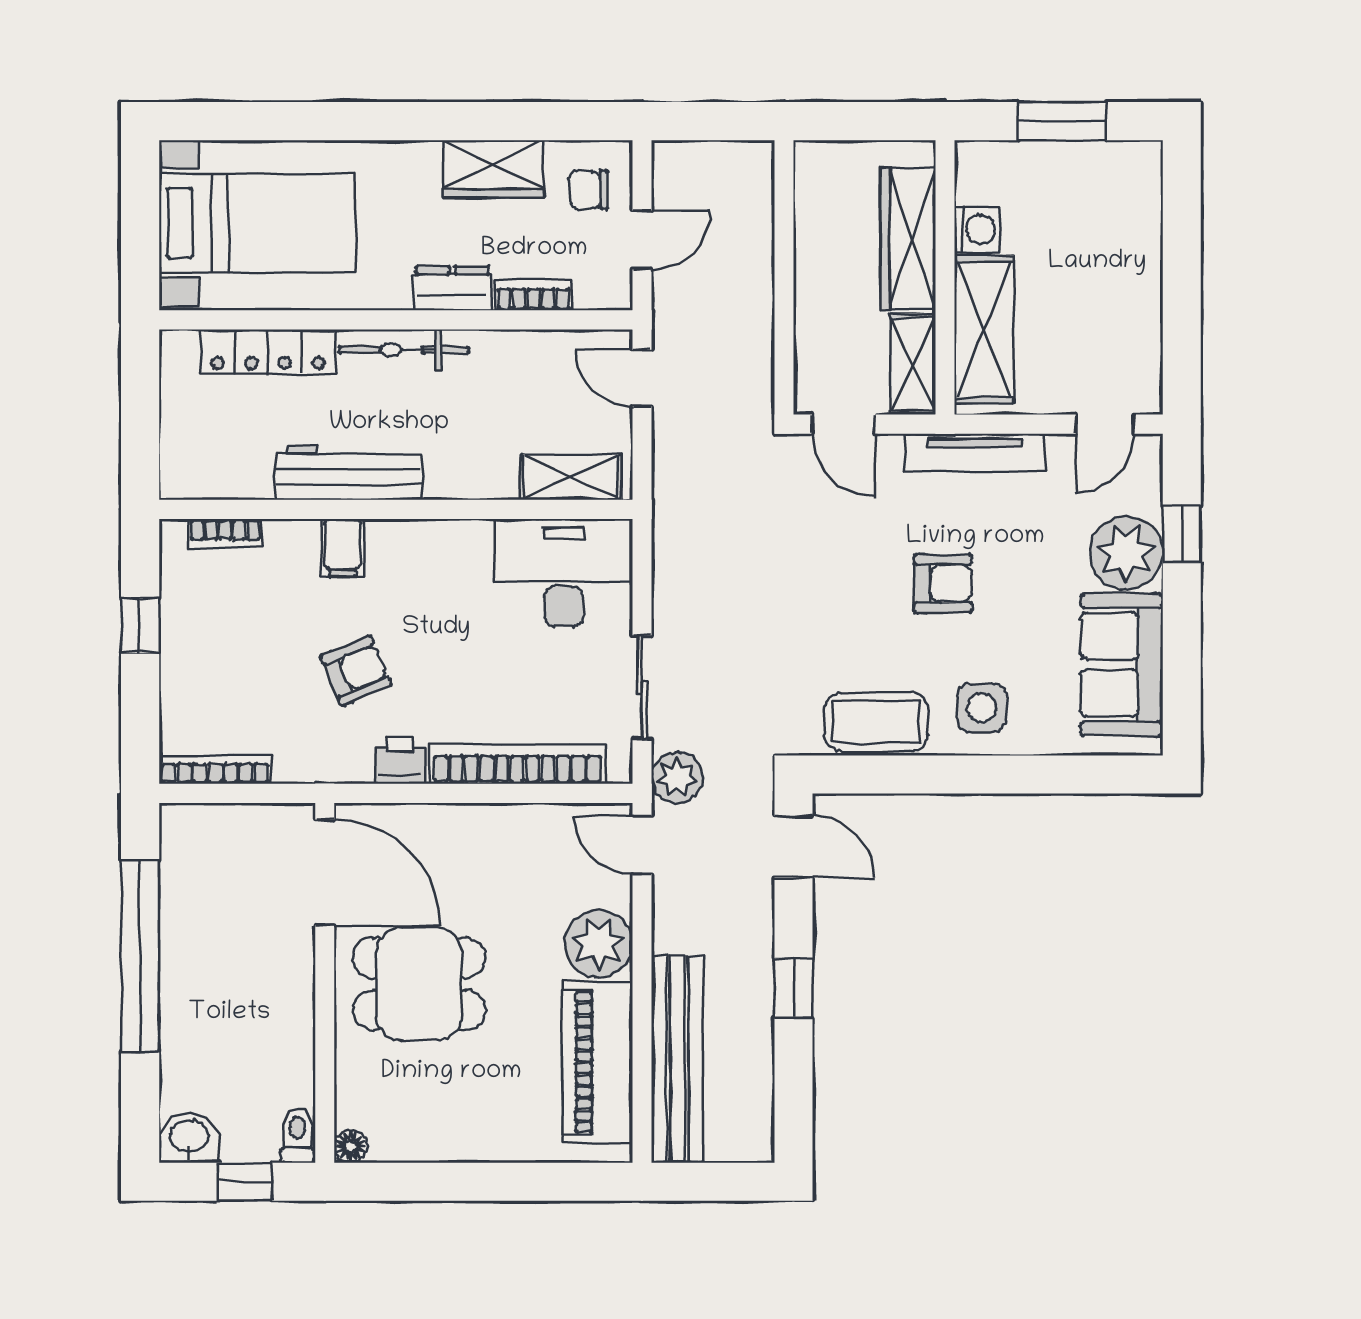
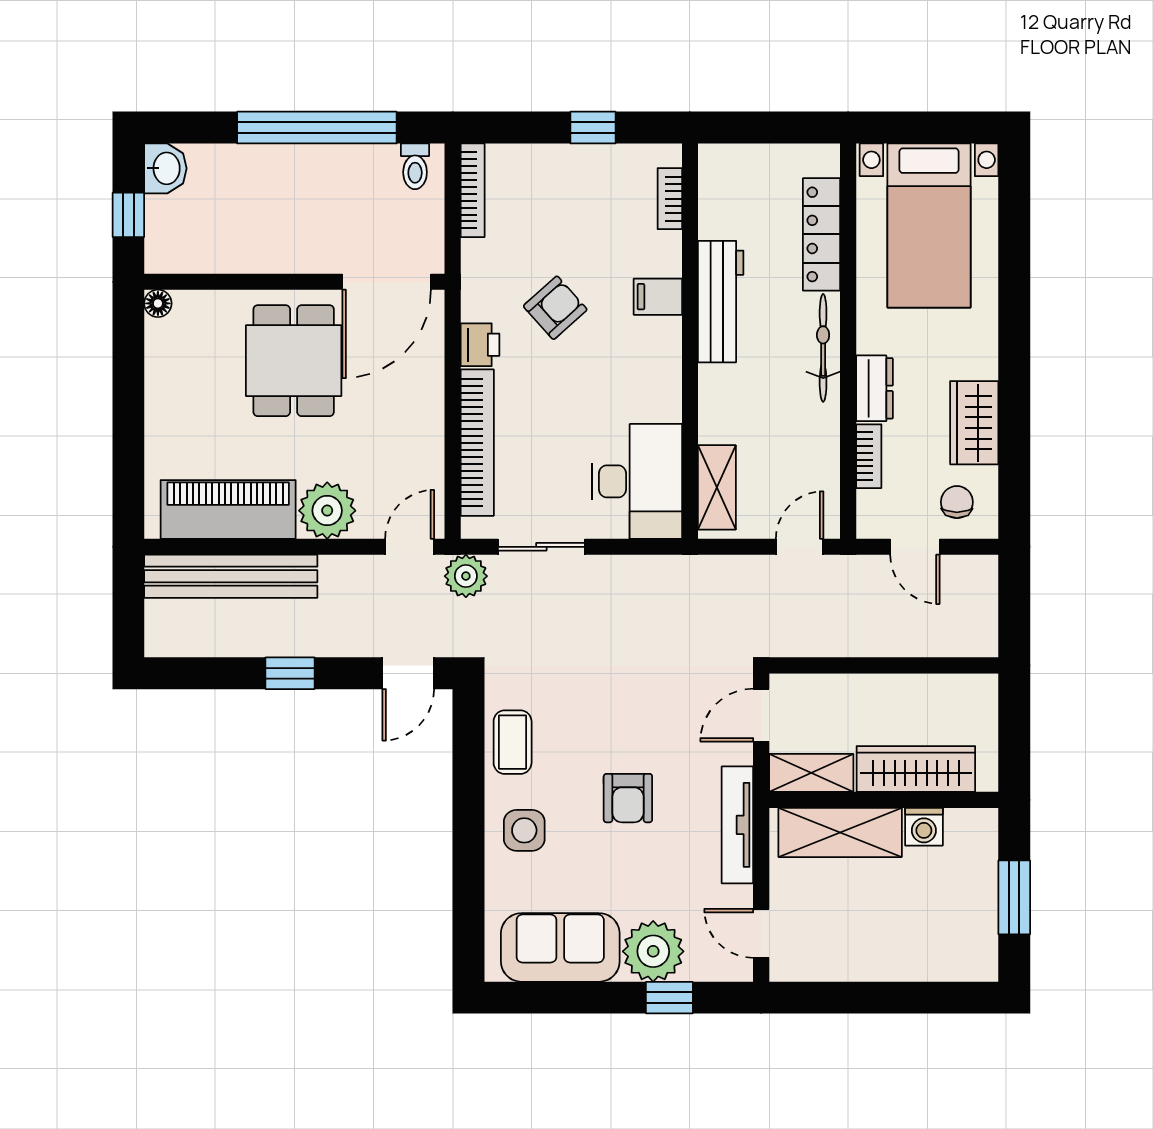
armchair: (356, 671) -> (555, 308), turned -109
coffee table: (876, 722) -> (513, 742), width x0.73, depth x0.77
toilet: (298, 1135) -> (415, 166), moved, turned 90

